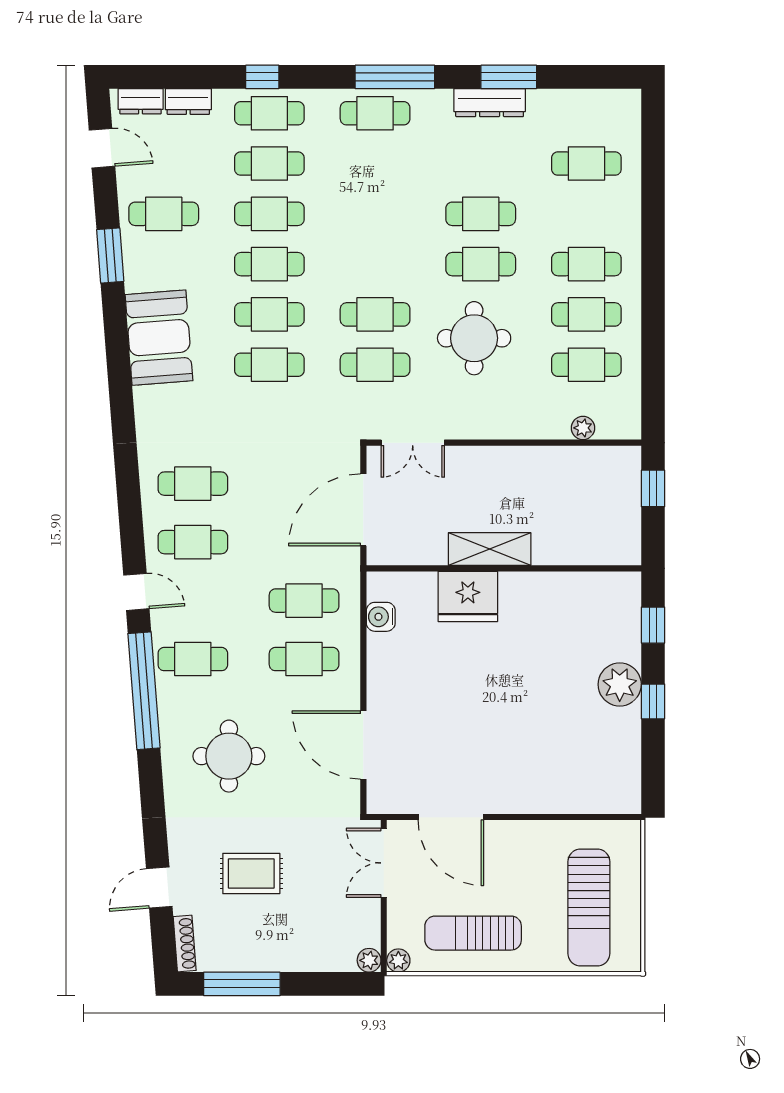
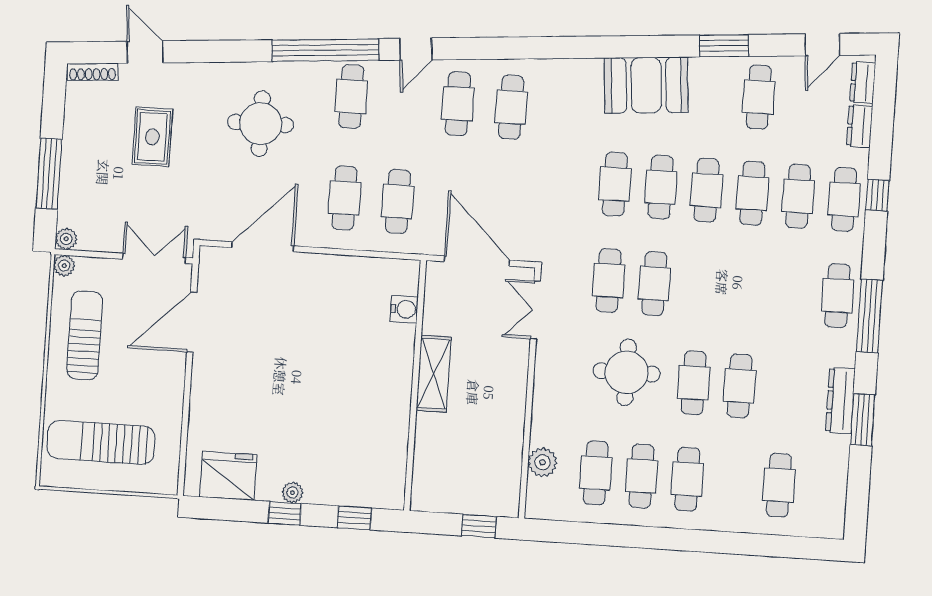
plant: (583, 428) -> (542, 462), width x1.38, depth x1.38
fridge: (468, 596) -> (228, 476), moved, turned 90
water cooler: (381, 617) -> (404, 309), moved, turned 90
plant: (620, 684) -> (292, 493), width x0.53, depth x0.53
window: (242, 984) -> (49, 174), moved

